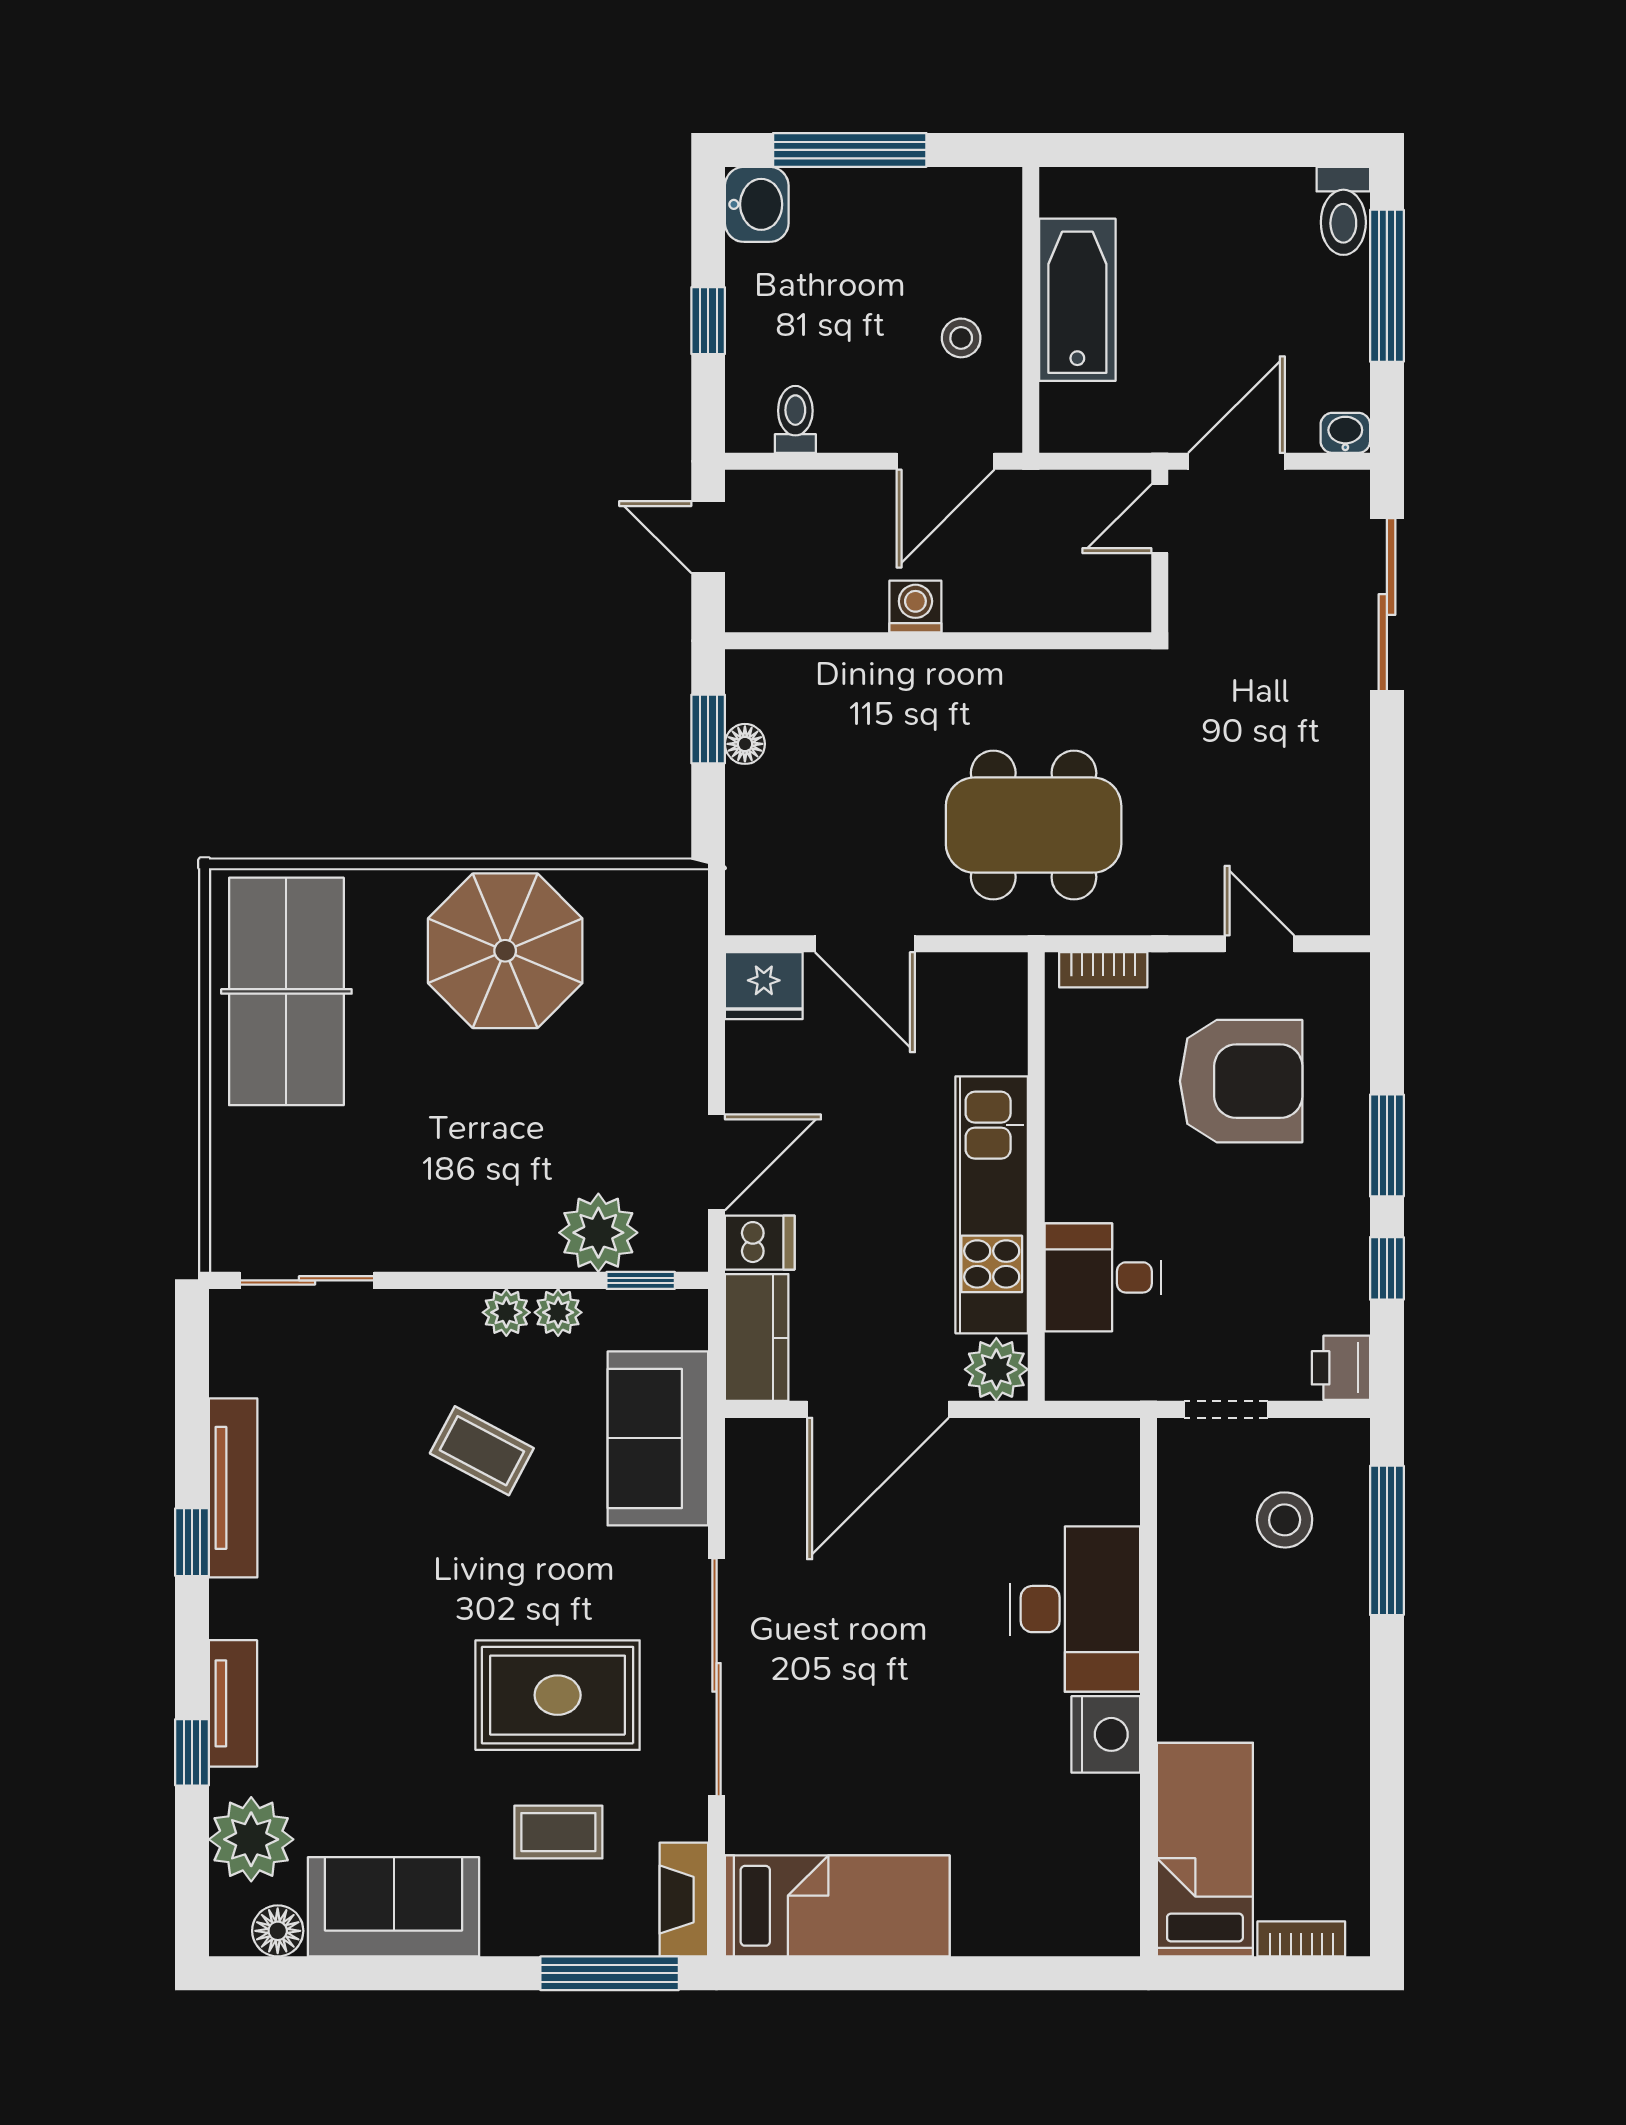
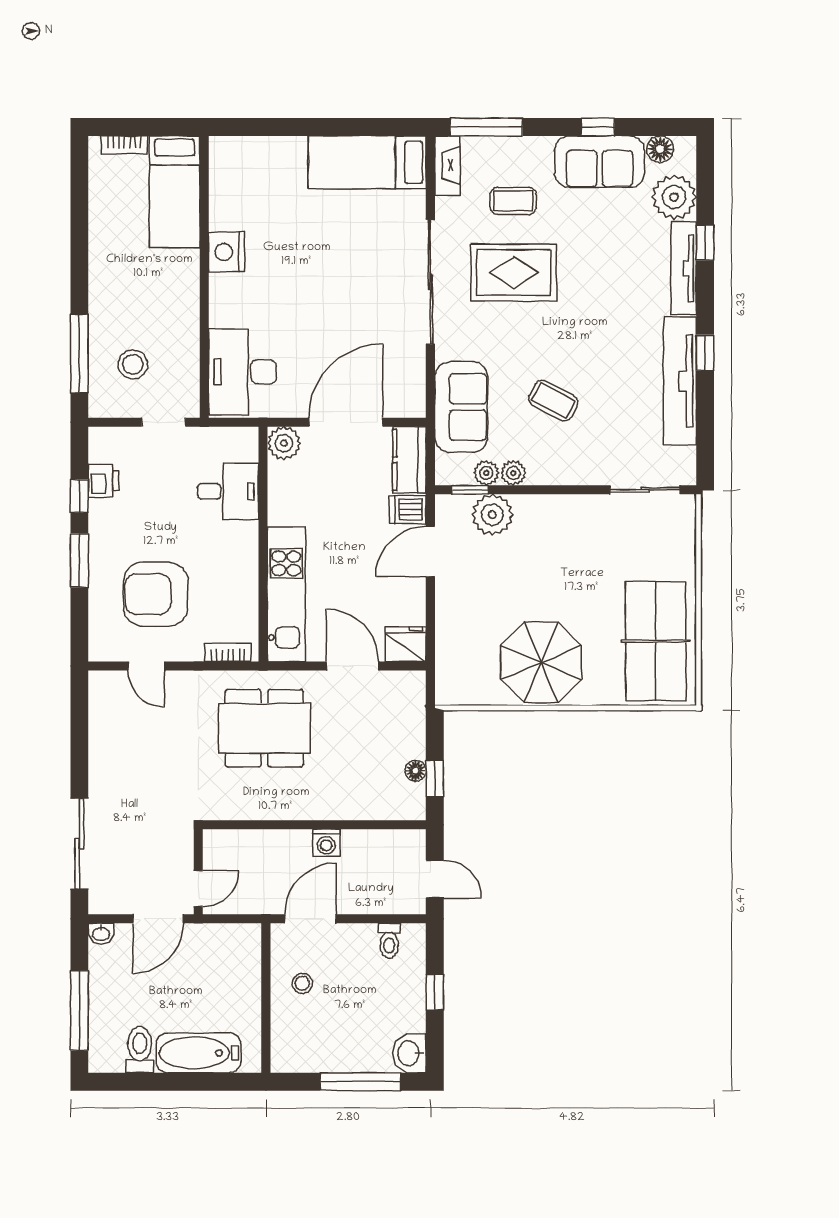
toilet: (1343, 211) -> (140, 1050), moved
bathtub: (1077, 300) -> (199, 1053), moved, turned 90
kitchen unit: (992, 1205) -> (286, 594), moved
plant: (506, 1312) -> (486, 473), moved
printer: (1341, 1368) -> (103, 481), moved
tv unit: (233, 1488) -> (680, 381), width x1.36, depth x1.29
desk: (1075, 1609) -> (243, 372), moved
tv unit: (233, 1703) -> (684, 268), width x1.41
window: (397, 1973) -> (598, 127), added

